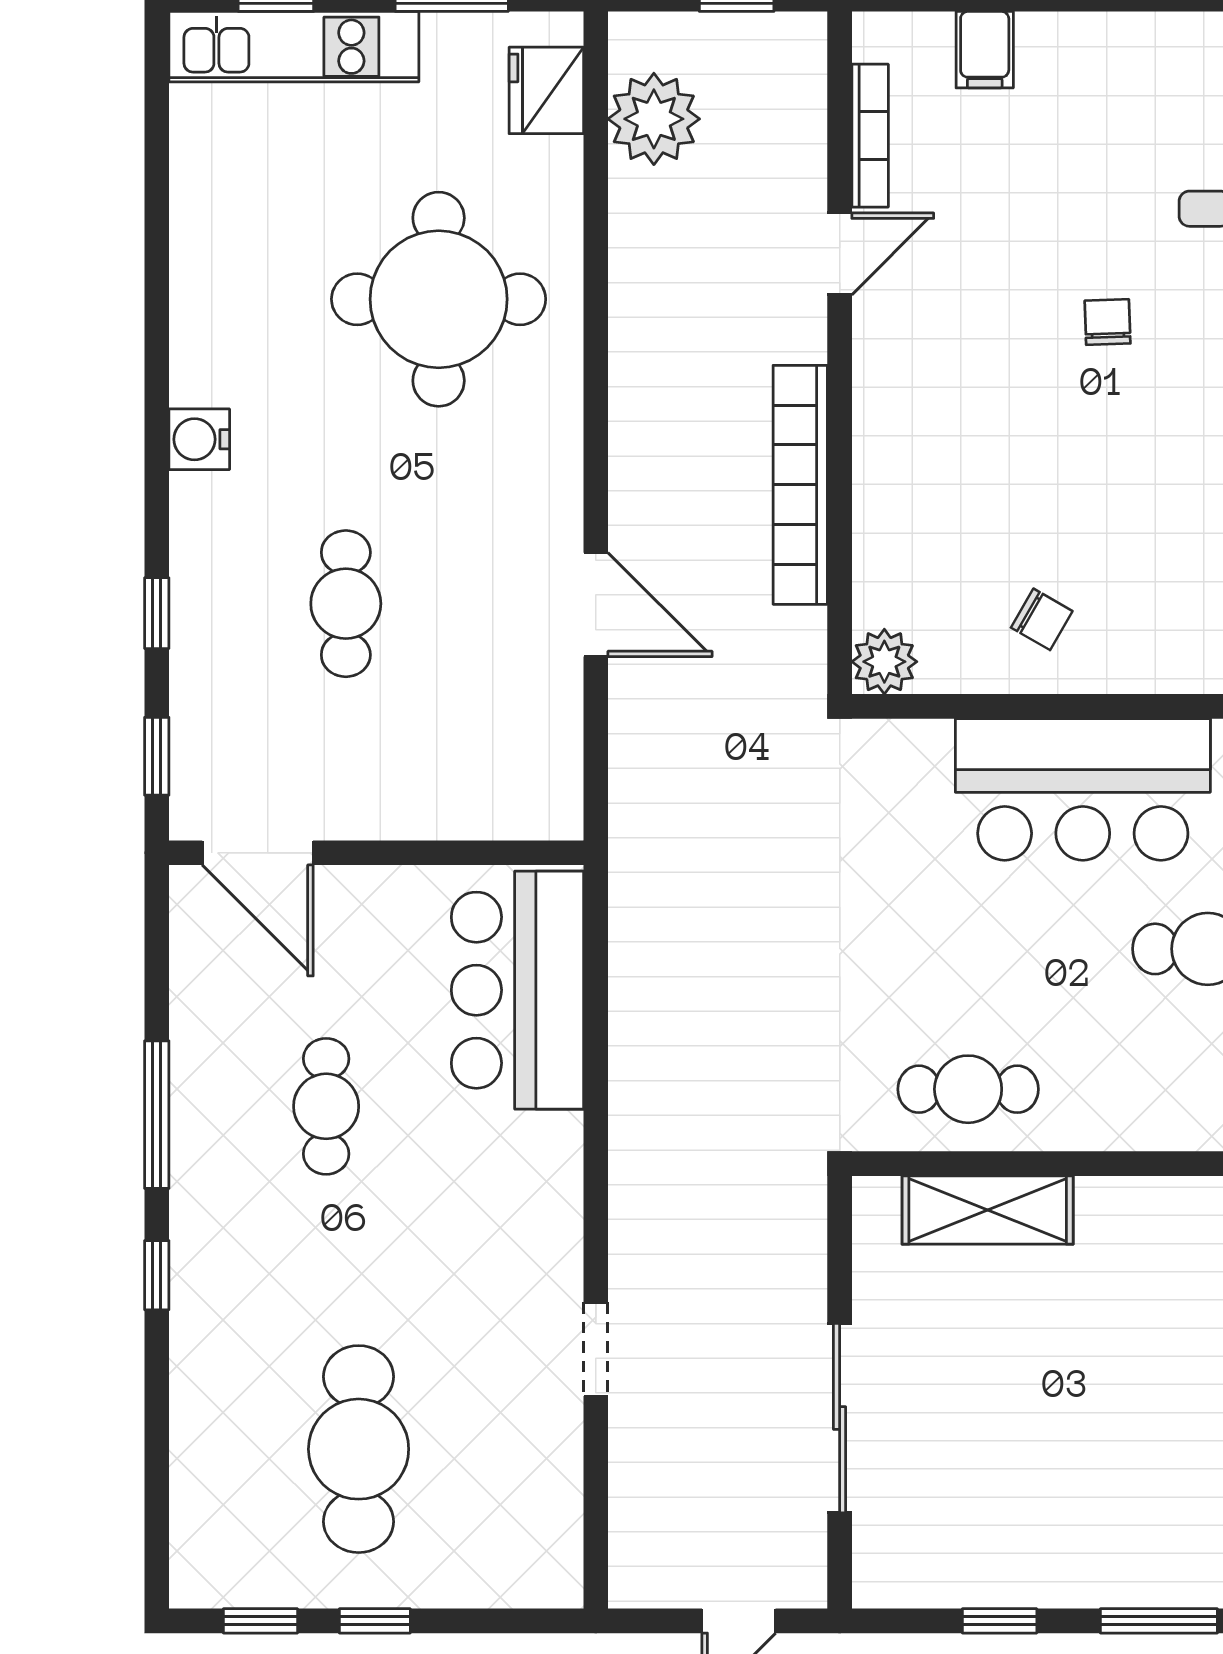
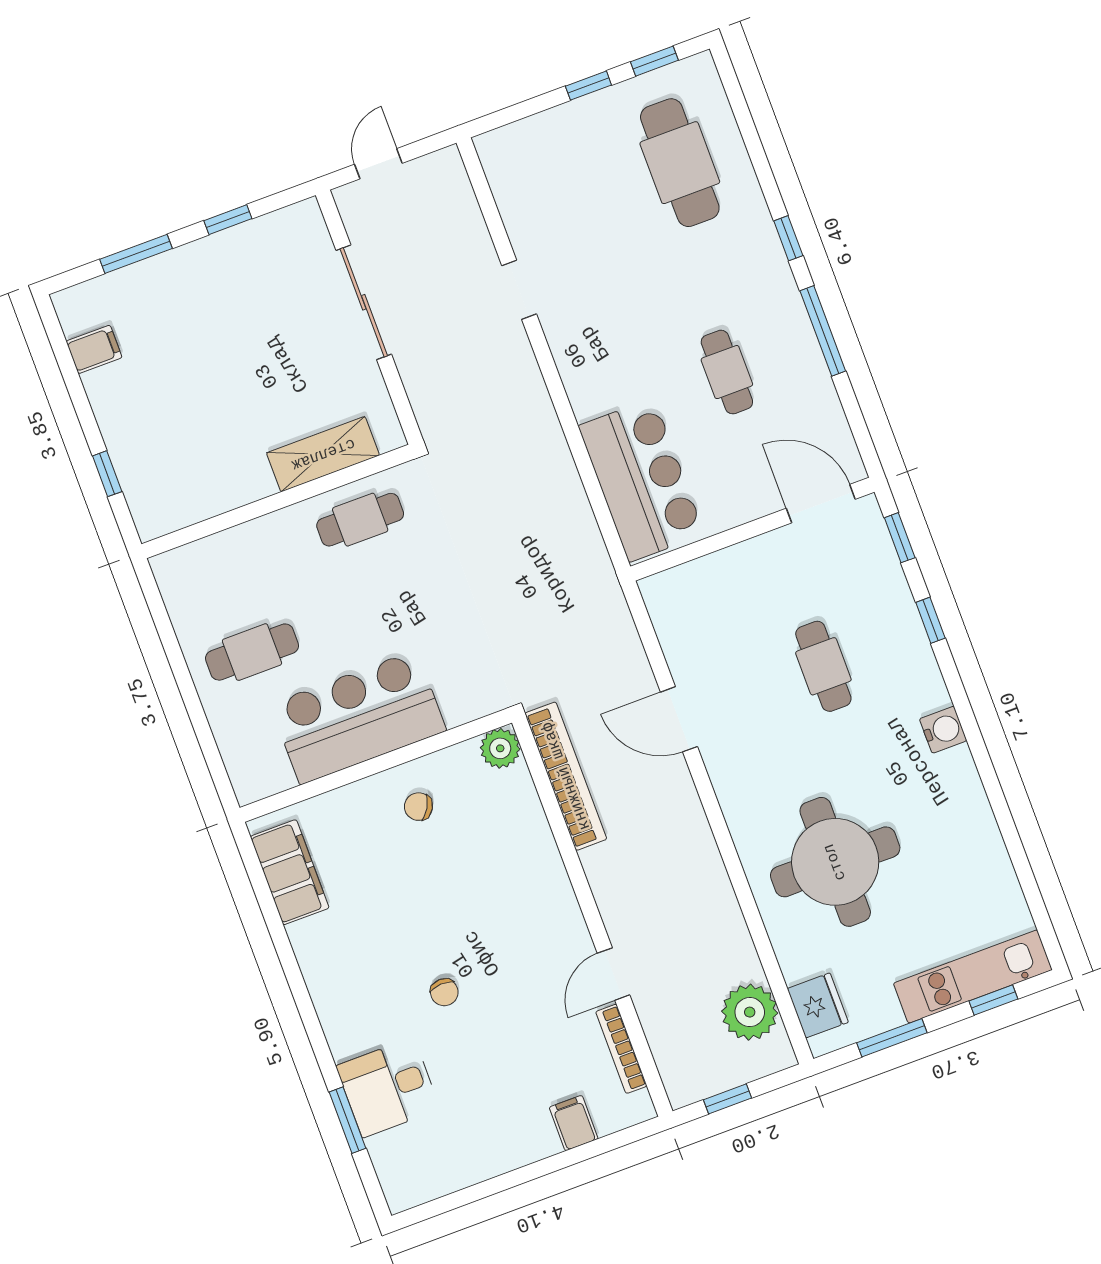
bookcase: (800, 485) -> (566, 776), moved
cafe table: (359, 1449) -> (680, 163), moved

